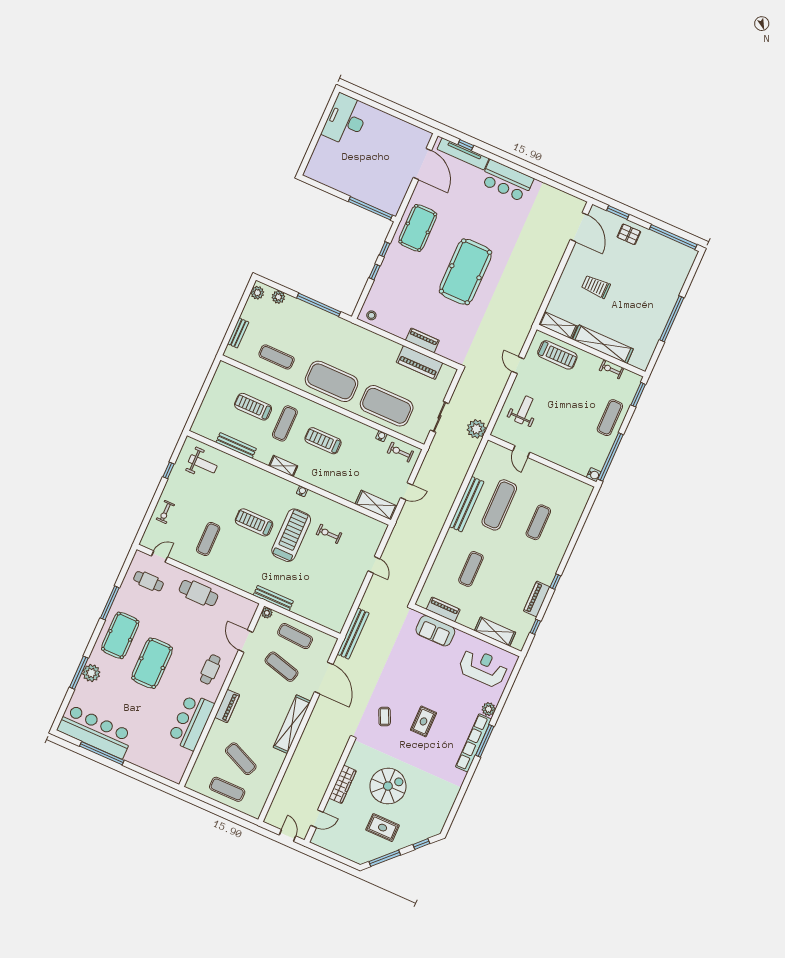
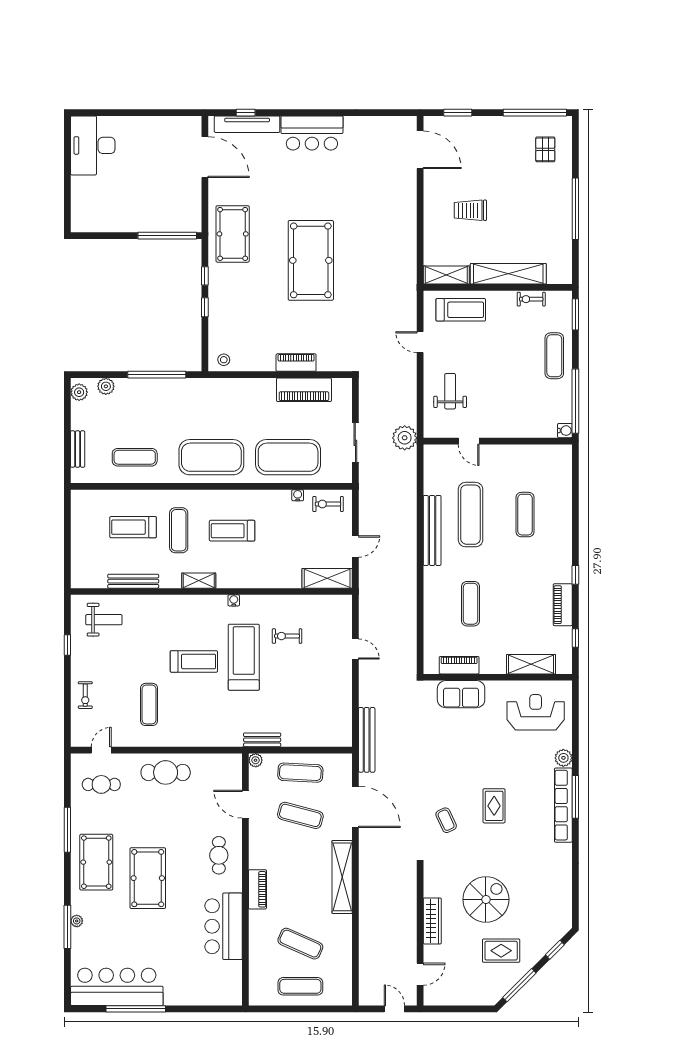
pallet: (629, 234) -> (545, 149), moved, turned 90
treadmill: (254, 522) -> (194, 661), turned 180
bench: (273, 598) -> (262, 740), width x0.73
plant: (91, 673) -> (77, 921), width x0.53, depth x0.53

